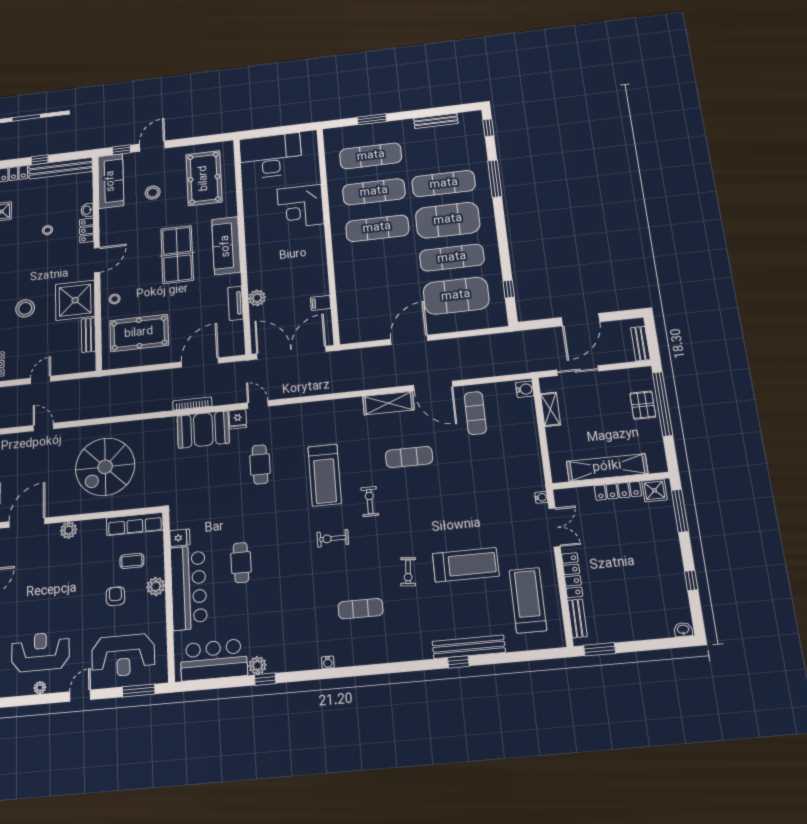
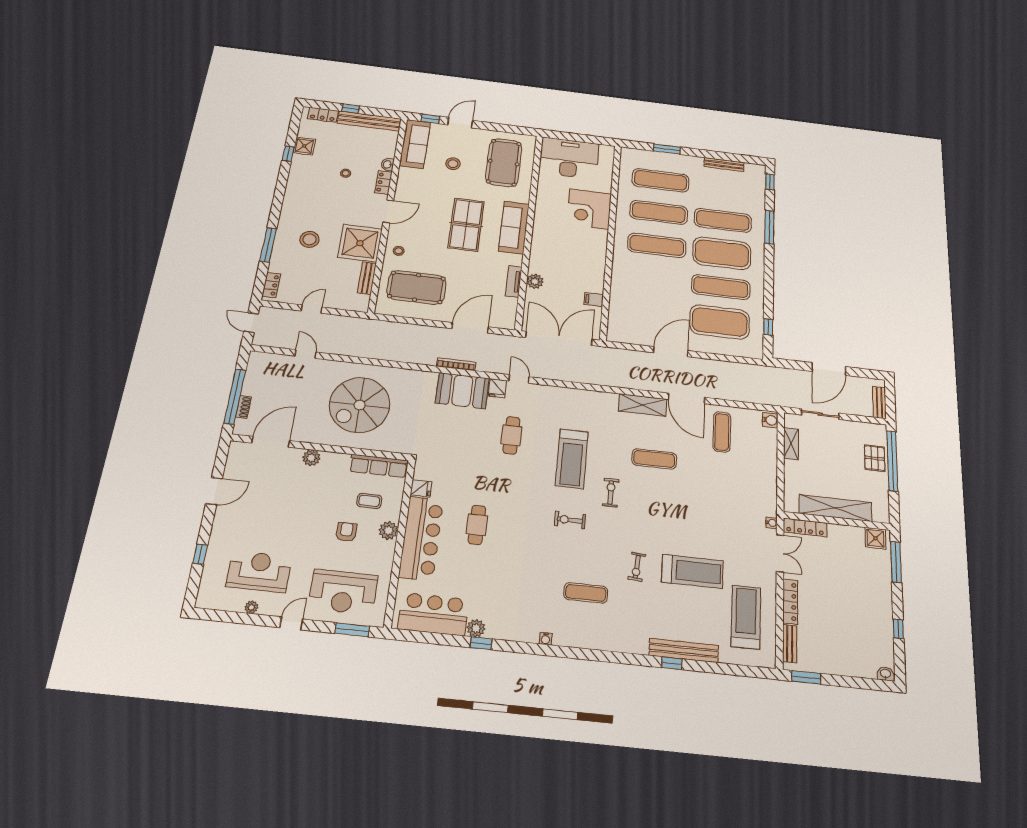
locker: (618, 491) -> (805, 527), moved

